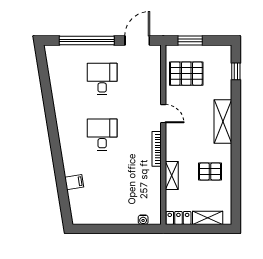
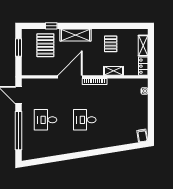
window: (190, 41) -> (19, 47), moved
window: (236, 71) -> (51, 26), moved
pallet: (186, 74) -> (45, 45), moved
door: (163, 114) -> (70, 77), width x1.87
filing cabinet: (74, 182) -> (142, 136), moved

